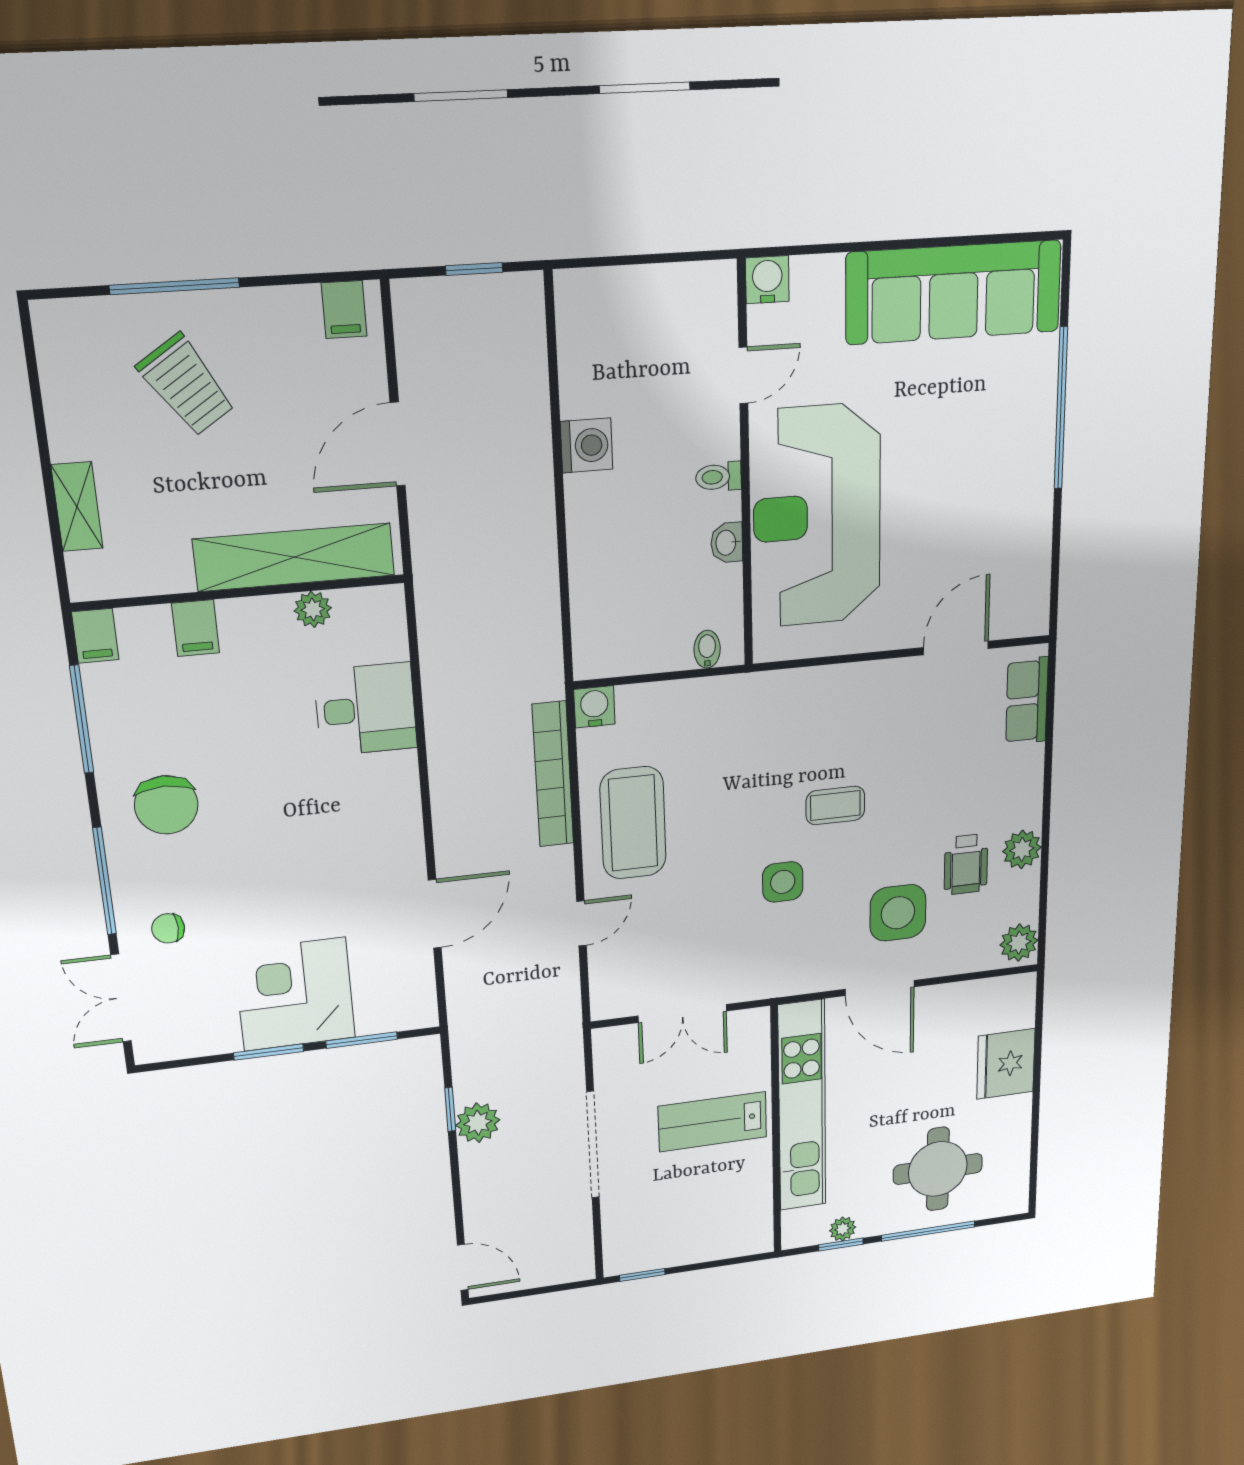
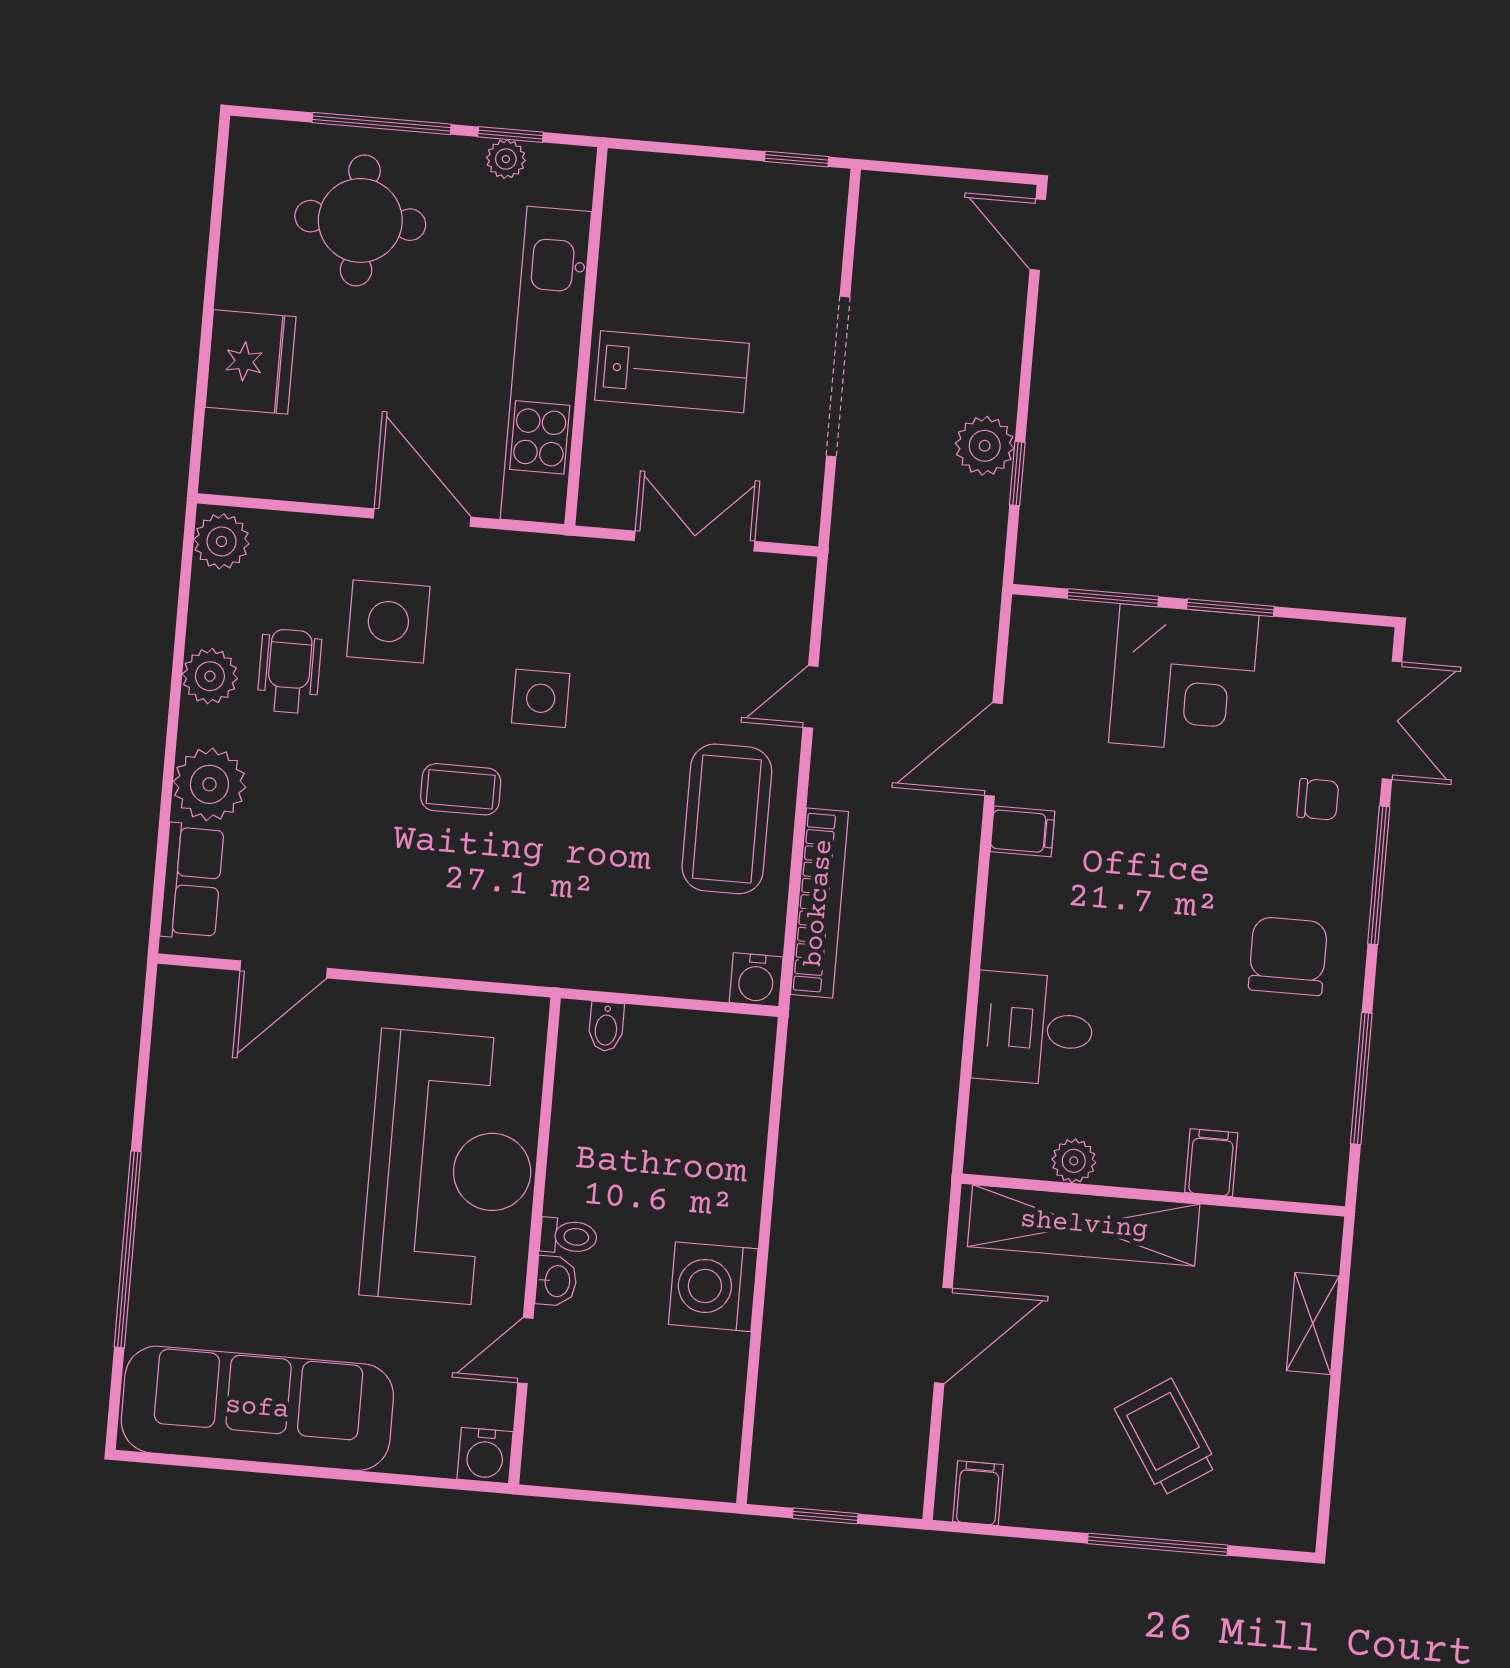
washing machine: (587, 445) -> (713, 1287), width x1.37, depth x1.37
washbasin: (727, 543) -> (556, 1281), moved
filing cabinet: (95, 636) -> (1023, 831), moved, turned 90
plant: (1018, 773) -> (209, 784), added

